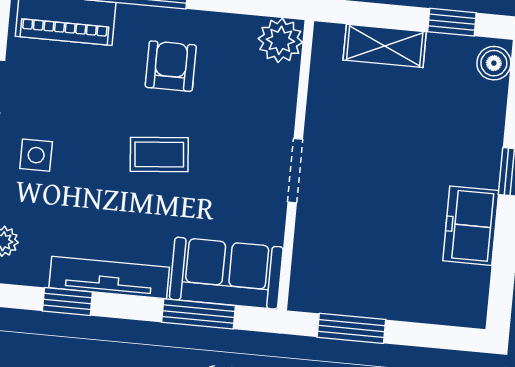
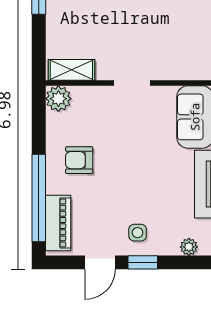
shelving: (385, 46) -> (71, 70), moved, turned 90
coffee table: (159, 154) -> (131, 162), removed

